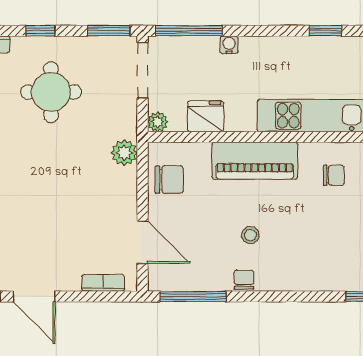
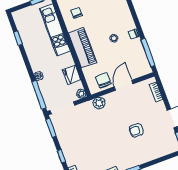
round table: (51, 92) -> (85, 142), removed
armchair: (37, 211) -> (136, 130), added
door: (142, 242) -> (124, 85), moved

